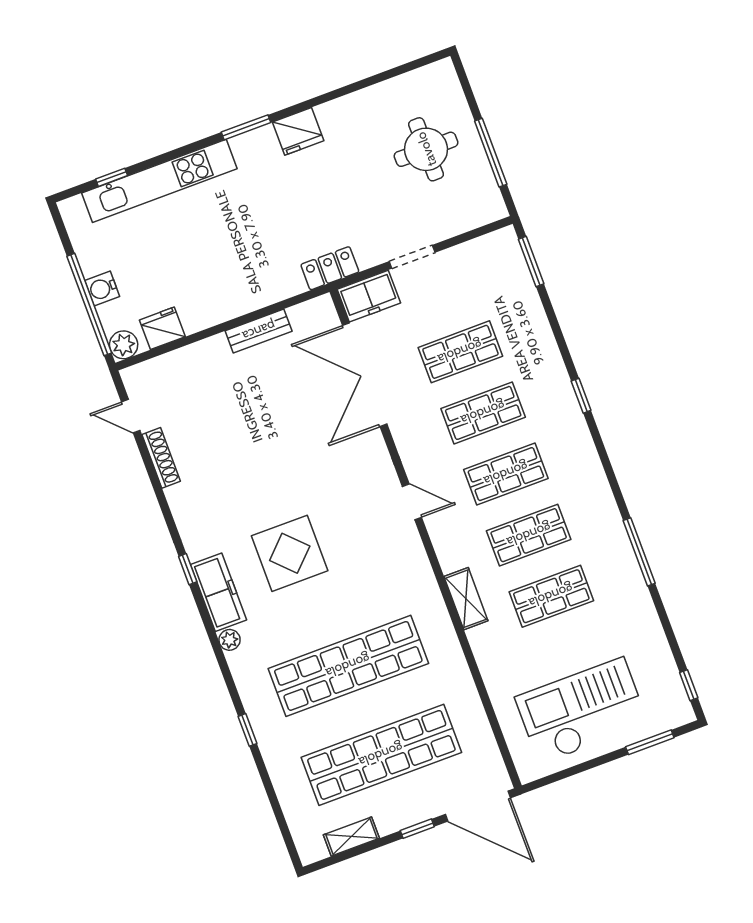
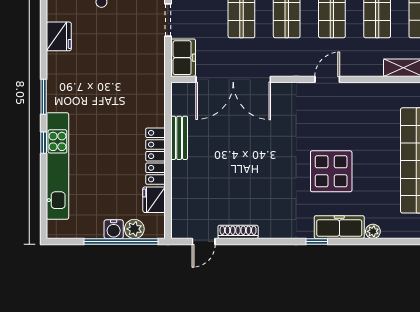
fridge: (298, 131) -> (59, 36), moved
window: (112, 177) -> (44, 143), moved
locker: (330, 268) -> (155, 156), moved, width x1.53
plant: (124, 345) -> (134, 229), moved

